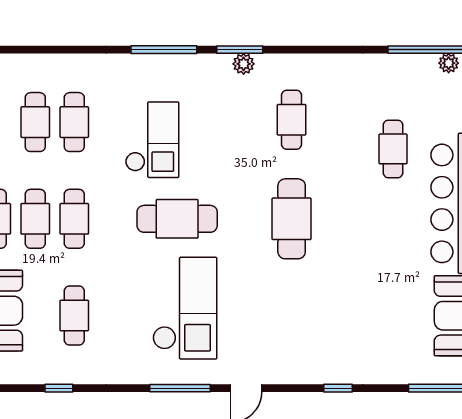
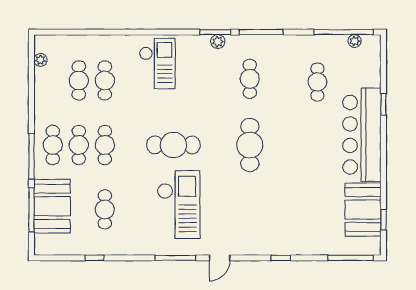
window: (164, 50) -> (261, 32), moved
checkout: (152, 140) -> (157, 64), moved
cafe table: (393, 149) -> (317, 82), moved

